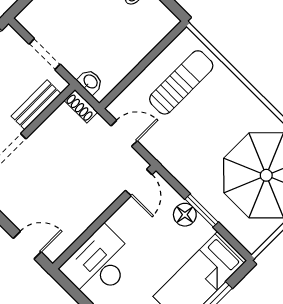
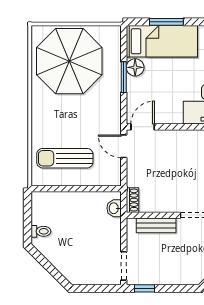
doorway: (45, 54) -> (124, 266), moved
door: (124, 133) -> (124, 146), moved
floor lamp: (185, 215) -> (135, 67), moved

